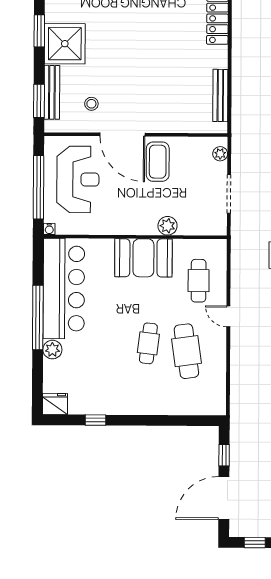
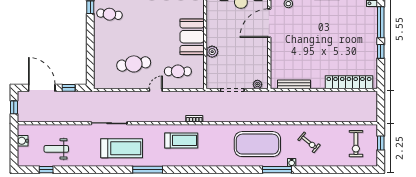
coffee table: (158, 162) -> (252, 45), removed
cafe table: (148, 343) -> (109, 14), moved

